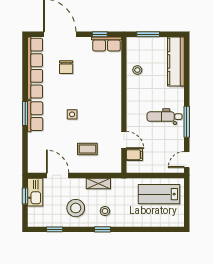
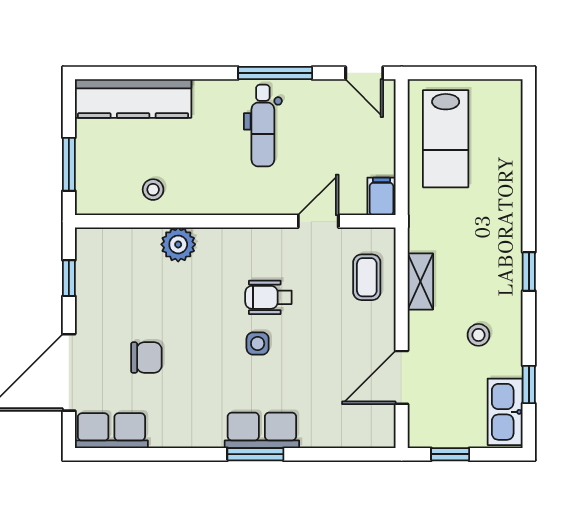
row of seats: (107, 44) -> (92, 262), removed
row of seats: (35, 68) -> (111, 431), width x0.50
plant: (114, 81) -> (178, 244), added
wheelchair: (92, 119) -> (268, 297), added
coffee table: (87, 149) -> (367, 277), moved
filing cabinet: (134, 155) -> (381, 196), moved
kitchen sink: (35, 192) -> (505, 412), moved, turned -90
stool: (76, 208) -> (478, 335), width x0.53, depth x0.53
stool: (105, 211) -> (485, 266), removed

